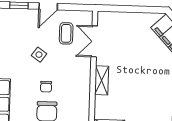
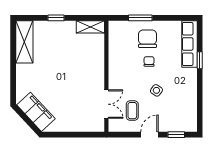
shelving: (102, 80) -> (98, 69), removed

